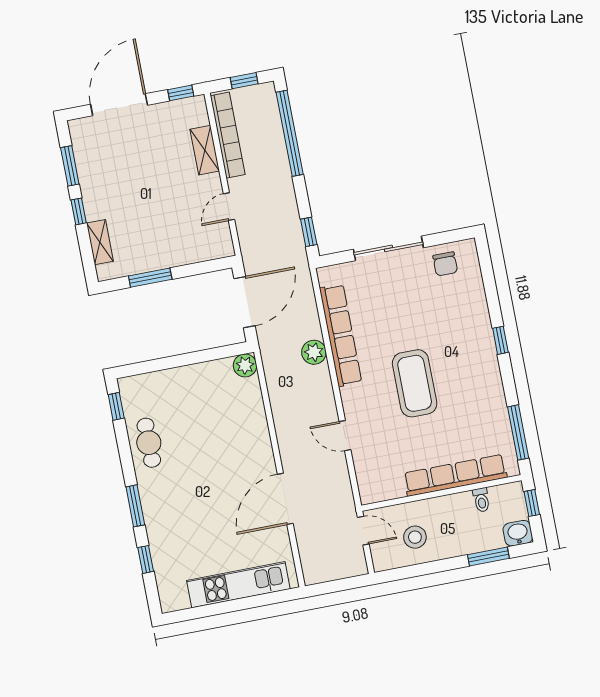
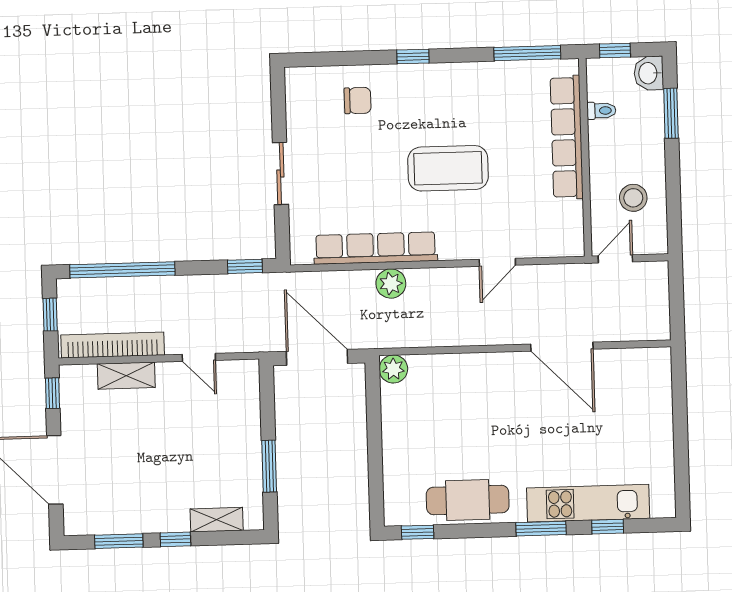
sliding door: (388, 248) -> (280, 173), width x0.73
chair: (445, 264) -> (358, 101), moved
cafe table: (149, 443) -> (468, 500), width x1.37, depth x1.35
kitchen unit: (238, 585) -> (588, 503), moved, turned 90

